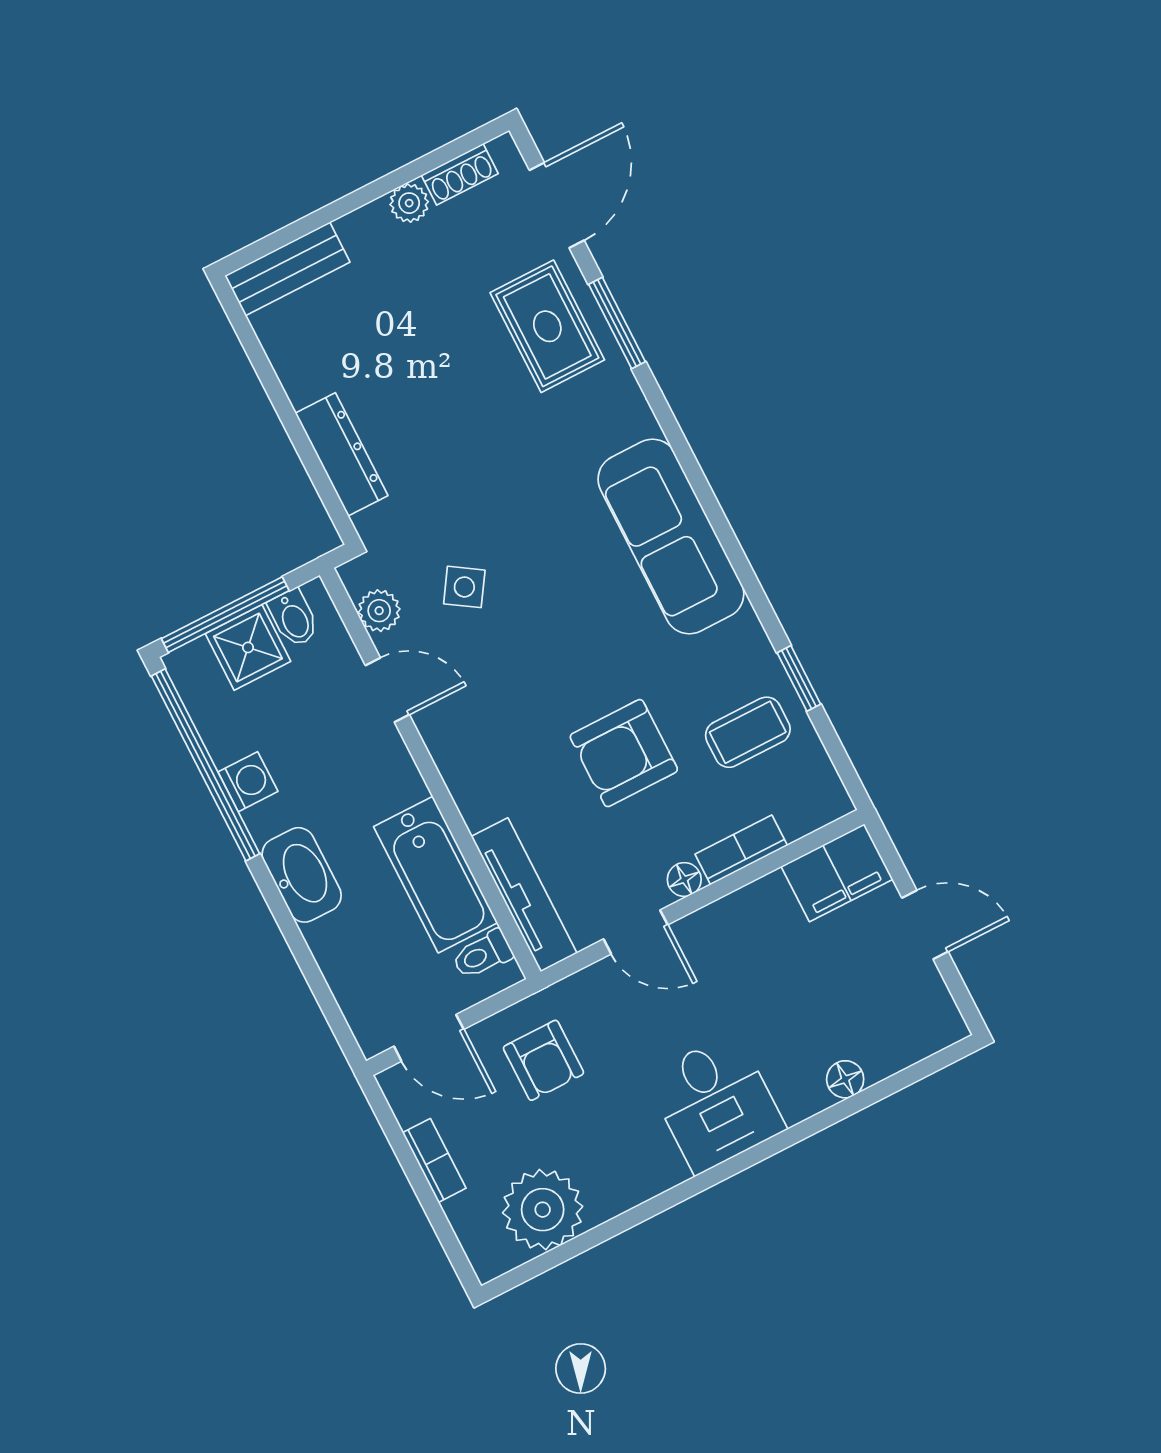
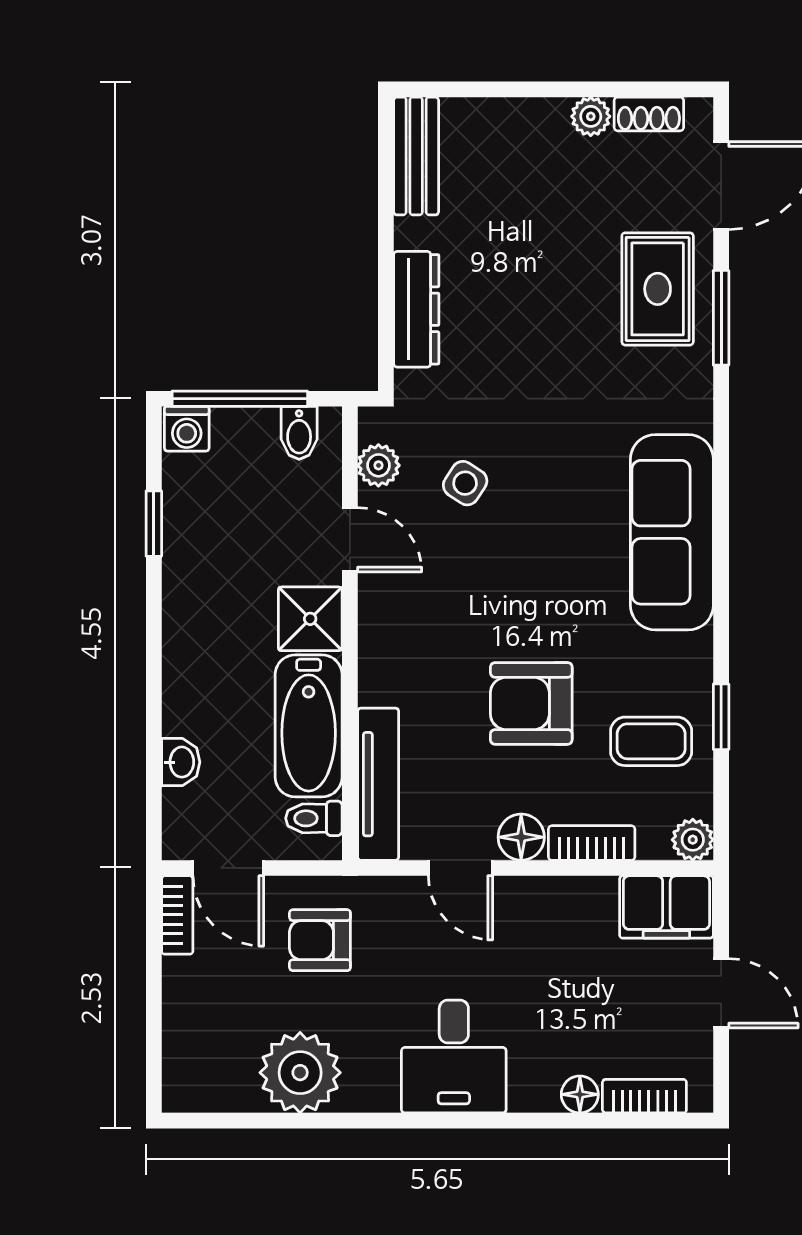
bench: (287, 269) -> (416, 156), moved, turned 90
shower: (248, 647) -> (310, 619), moved
window: (206, 765) -> (154, 524), width x0.32
washing machine: (248, 782) -> (187, 429), moved, turned 90
plant: (830, 801) -> (693, 840), added
washbasin: (302, 875) -> (181, 762), moved, width x0.52, depth x0.69
floor lamp: (684, 879) -> (521, 837), width x1.37, depth x1.37
bookcase: (904, 1051) -> (644, 1096), added
armchair: (543, 1060) -> (320, 940), turned 90
bookcase: (434, 1160) -> (177, 915), moved
plant: (543, 1210) -> (300, 1073), moved

